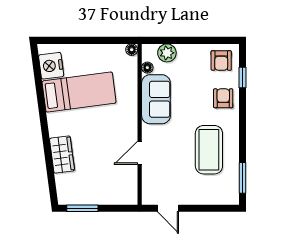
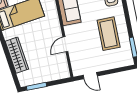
wardrobe: (62, 155) -> (17, 55), width x1.50

